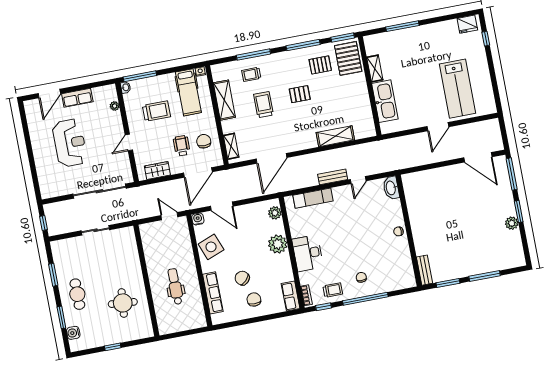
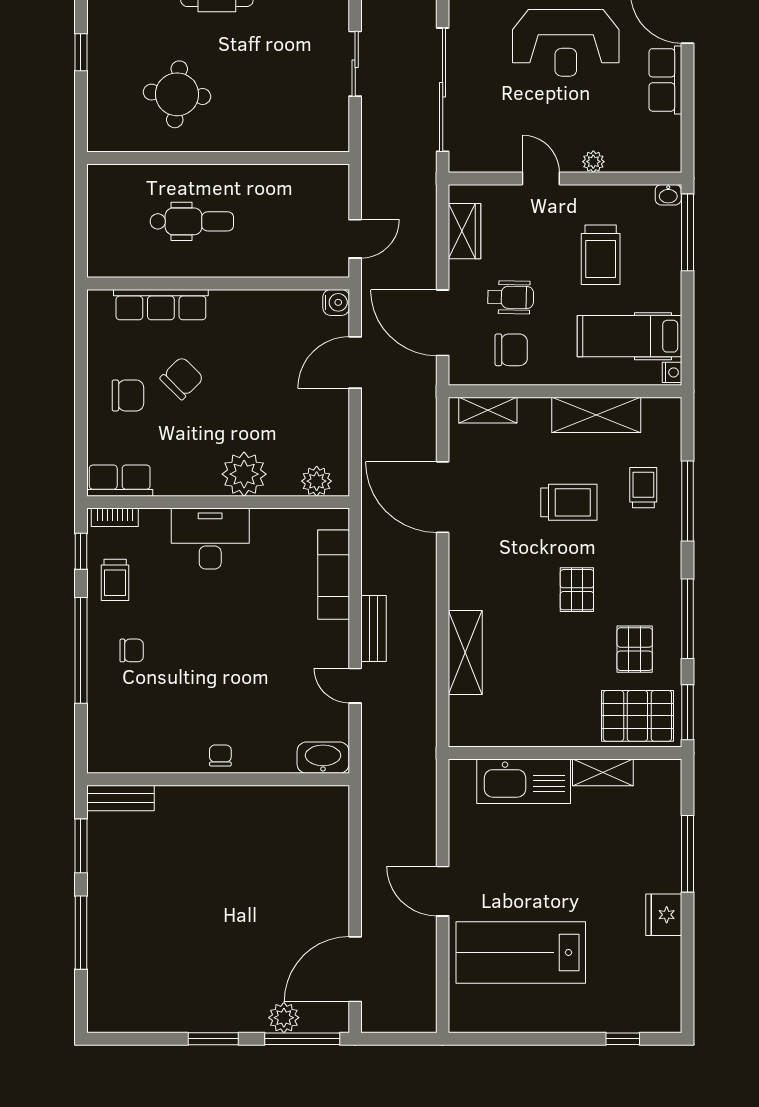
fridge: (467, 24) -> (664, 915), moved
plant: (115, 106) -> (593, 162), moved
plant: (512, 223) -> (284, 1018), moved
side table: (211, 247) -> (267, 320), removed

